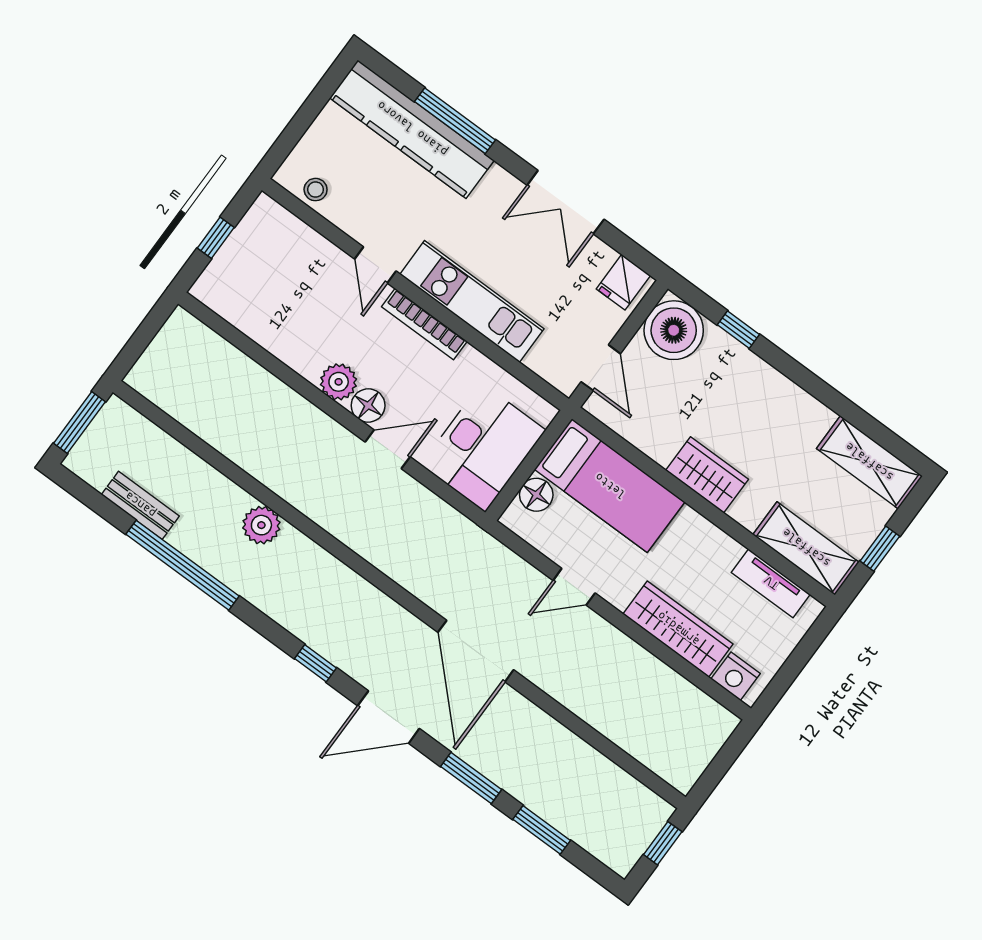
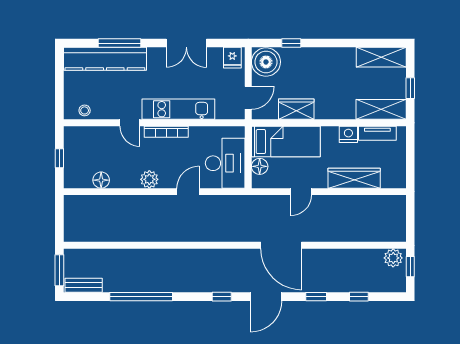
door: (601, 368) -> (248, 98), hinge flipped
floor lamp: (368, 405) -> (101, 180), moved
wardrobe: (707, 475) -> (296, 109), moved
bench: (140, 505) -> (84, 285), moved
plant: (261, 525) -> (393, 258), moved
nightstand: (736, 676) -> (348, 134), moved, turned 180
window: (471, 778) -> (316, 297), width x0.67
window: (542, 830) -> (359, 297), width x0.67

